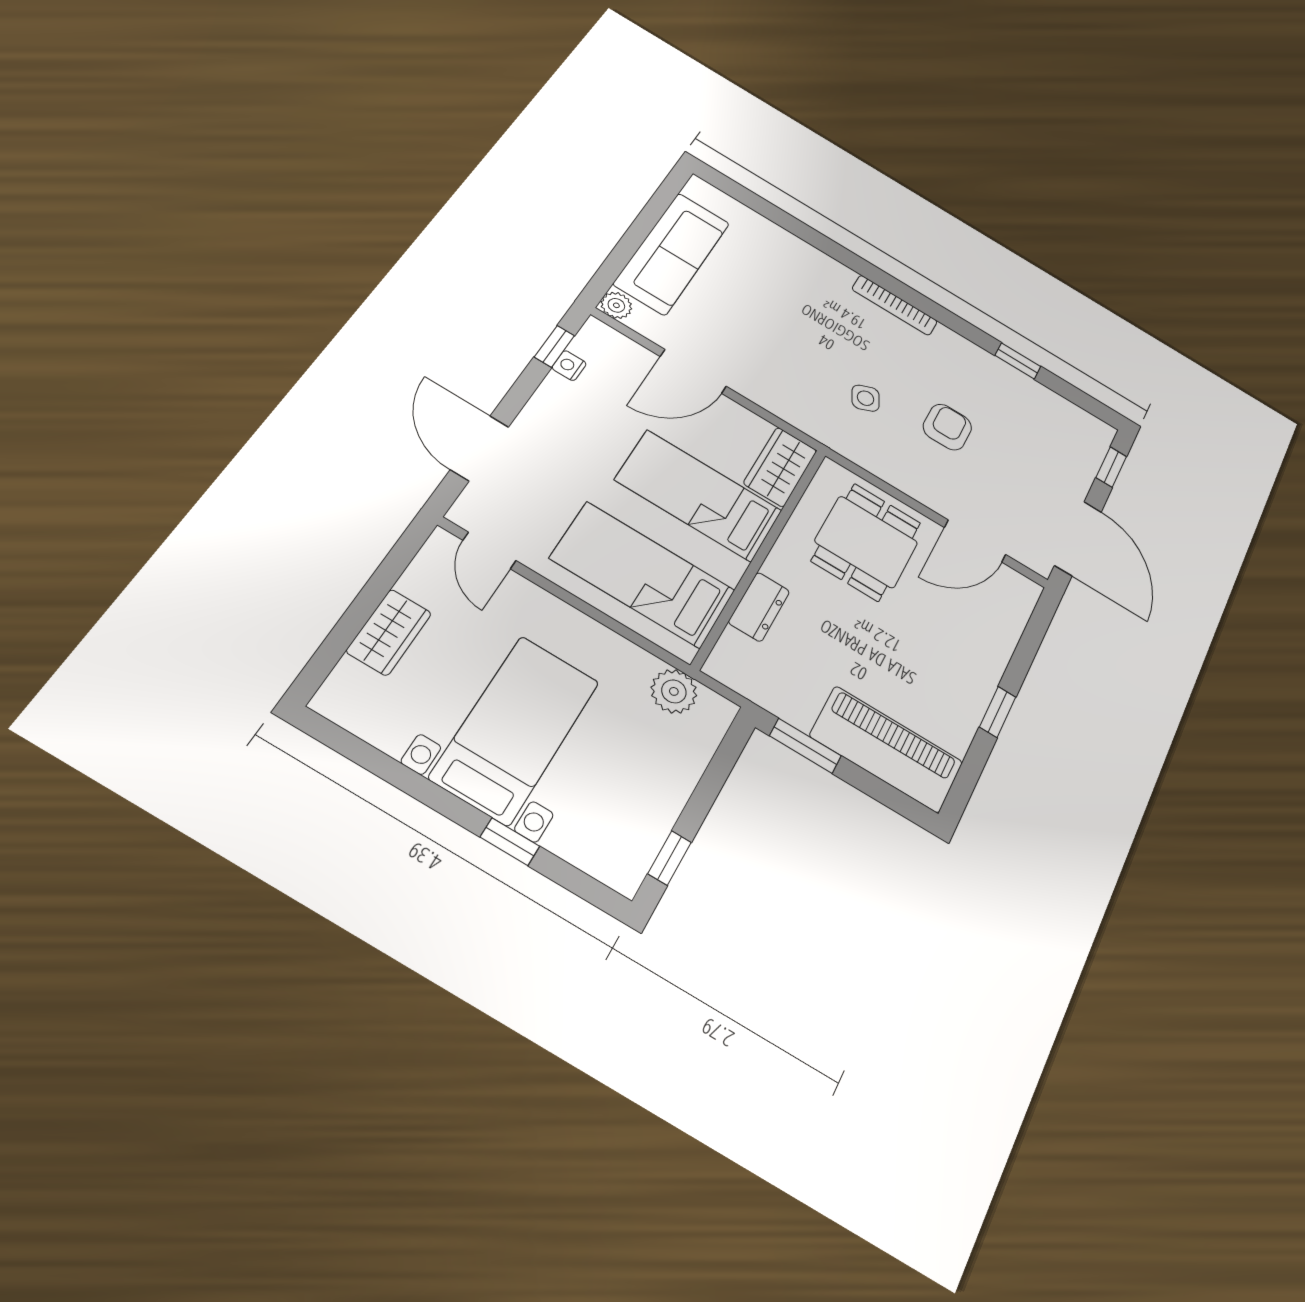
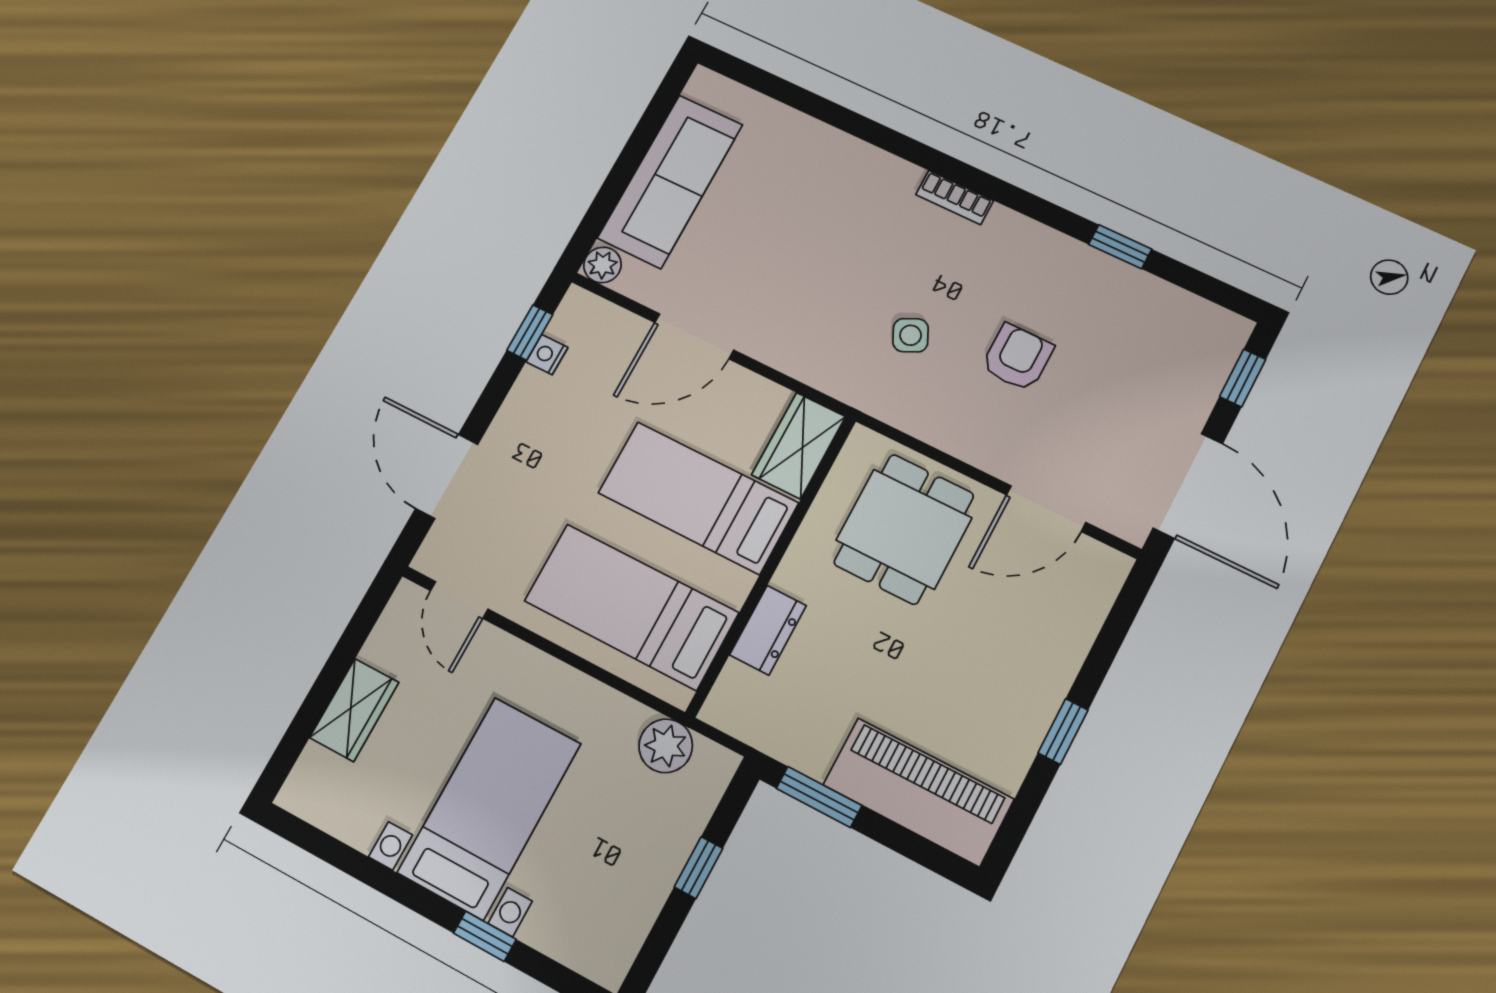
bookcase: (895, 305) -> (955, 198), width x0.64
window: (670, 858) -> (699, 868), moved

